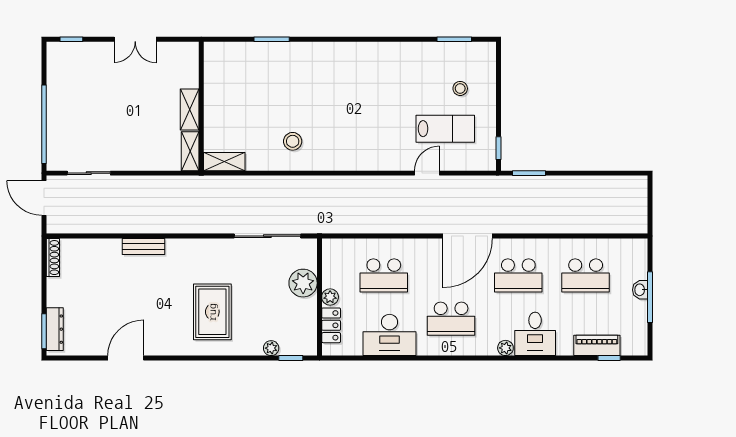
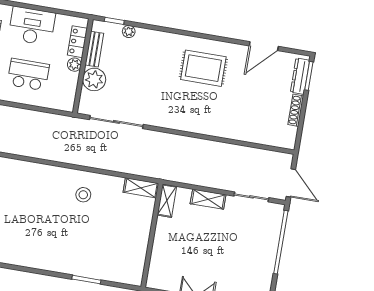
shelving: (190, 109) -> (208, 199), moved, turned 90
bench: (143, 247) -> (94, 49), moved, turned 90
shoe rack: (53, 258) -> (296, 110), moved
rug: (212, 312) -> (203, 68), moved, turned 90
door: (126, 358) -> (264, 46), moved

